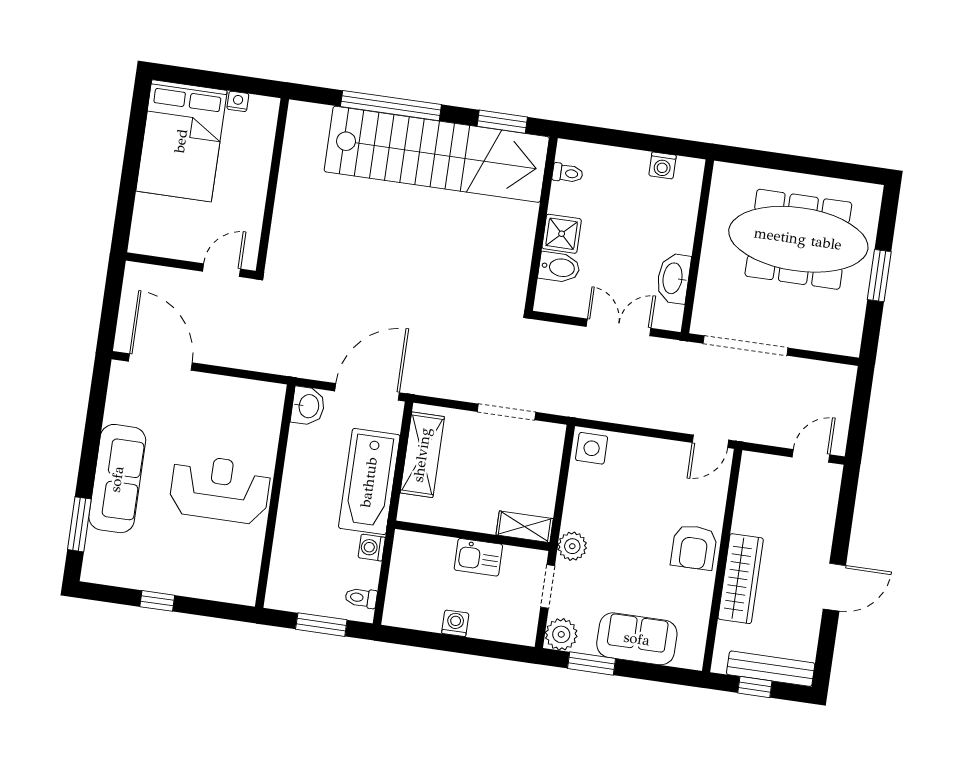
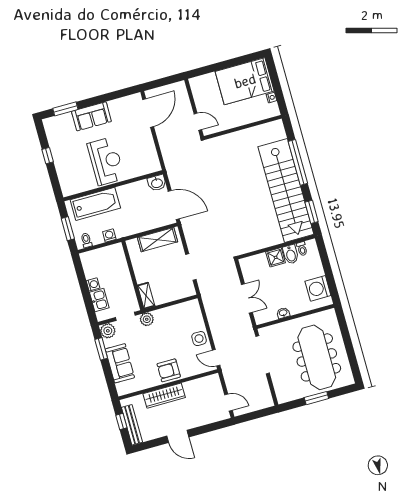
washing machine: (662, 165) -> (318, 288), width x1.89, depth x1.89
bidet: (559, 267) -> (291, 254), moved
washbasin: (673, 278) -> (283, 313), width x0.52, depth x0.69
side table: (592, 448) -> (199, 339), moved
sofa: (117, 479) -> (91, 116), width x0.73
bathtub: (369, 482) -> (95, 204), moved, turned 180
kitchen sink: (478, 557) -> (99, 300), moved, turned 180

